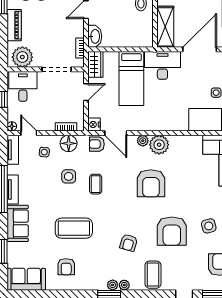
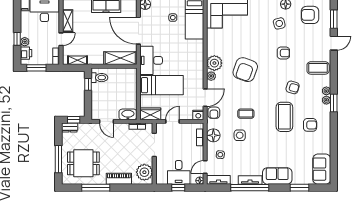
desk: (23, 86) -> (179, 172), moved, turned -90
door: (86, 92) -> (173, 121), hinge flipped
armchair: (151, 183) -> (245, 70), turned 110
coffee table: (74, 228) -> (284, 117), moved
armchair: (172, 231) -> (283, 53), width x0.53, depth x0.53
armchair: (66, 267) -> (310, 125), moved

